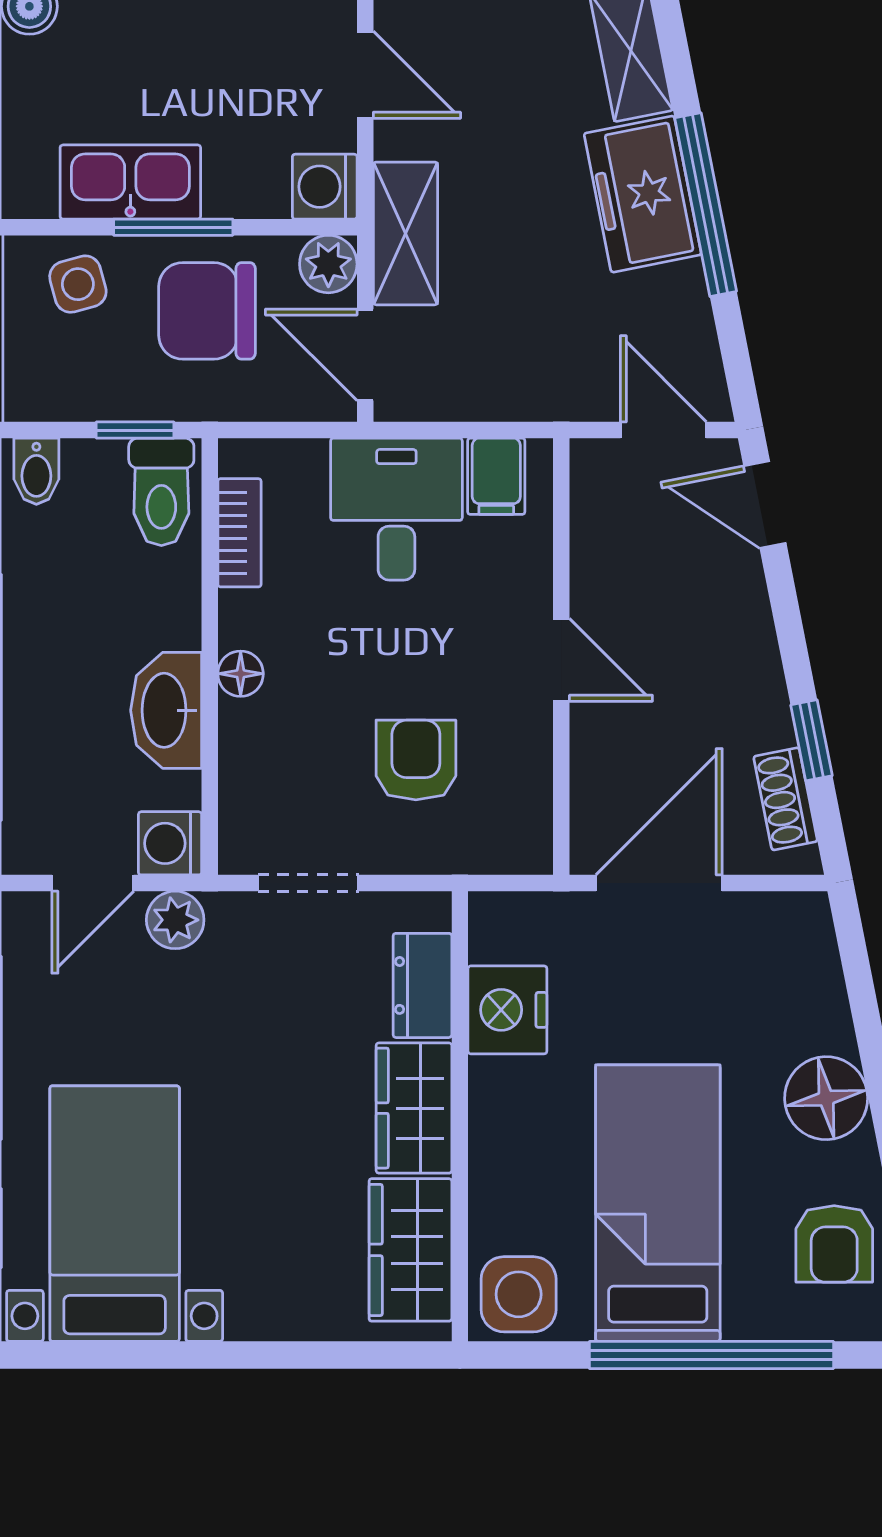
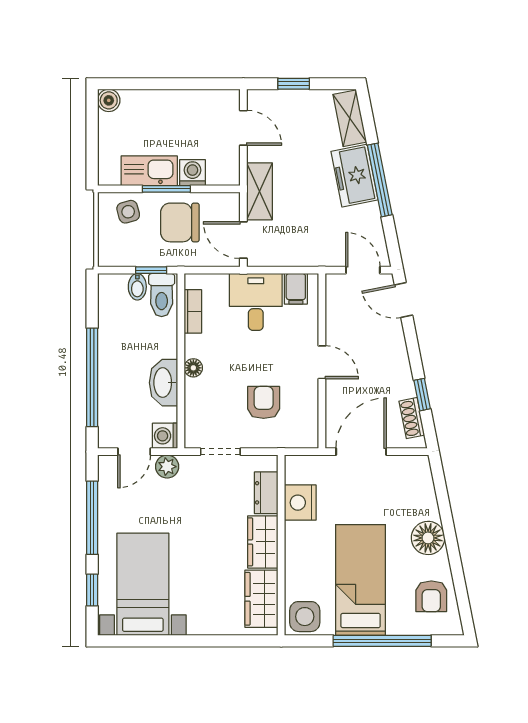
washing machine: (325, 187) -> (192, 173), moved, turned 90
plant: (328, 264) -> (229, 204), removed
bidet: (36, 471) -> (137, 287), moved

